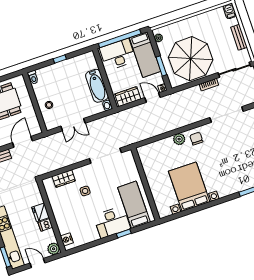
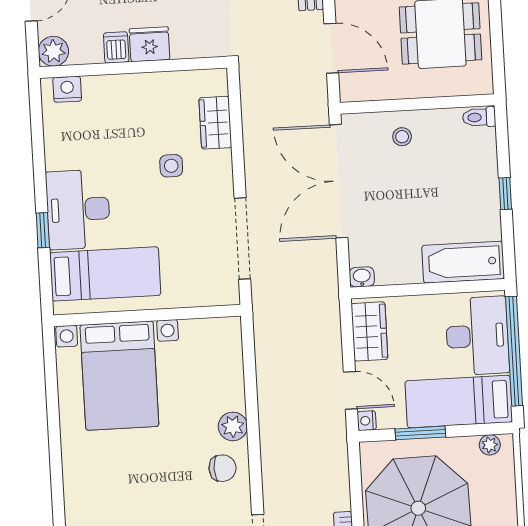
bathtub: (97, 86) -> (463, 262), moved
door: (153, 98) -> (350, 390), hinge flipped
double door: (73, 125) -> (339, 181), width x1.87
bed with nightstands: (189, 187) -> (119, 376), moved, turned 90

